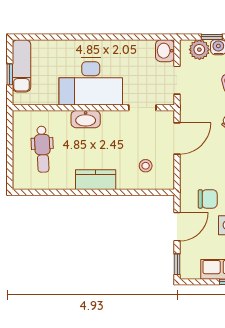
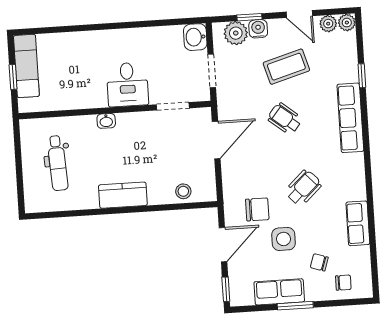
desk: (91, 81) -> (127, 84), width x0.53, depth x0.77
washbasin: (86, 119) -> (106, 121), width x0.52, depth x0.69
stool: (146, 166) -> (183, 191), moved

